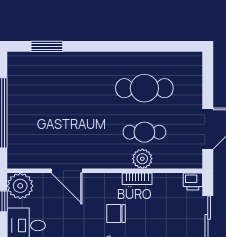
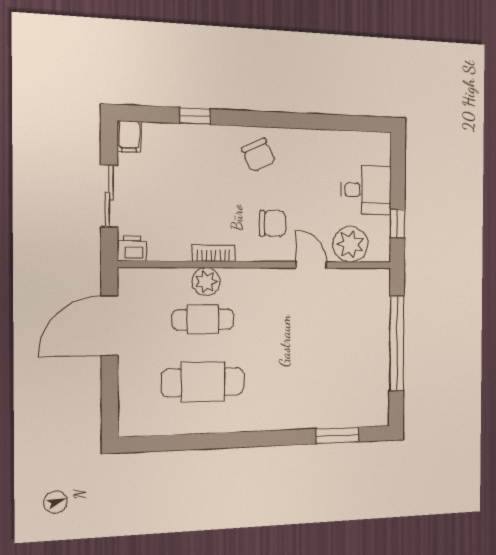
door: (67, 171) -> (311, 265), width x0.73
plant: (20, 186) -> (350, 244), moved
chair: (116, 213) -> (272, 223), moved

